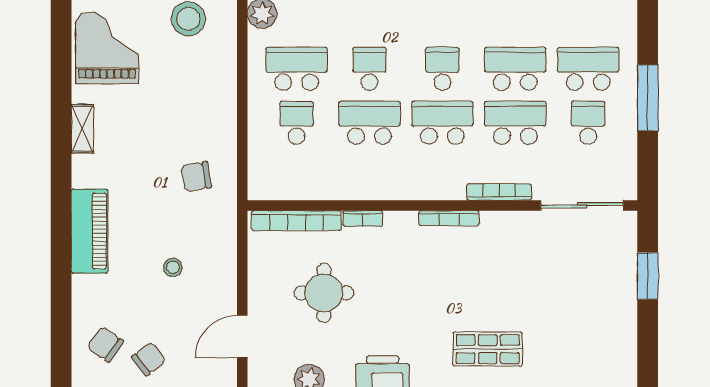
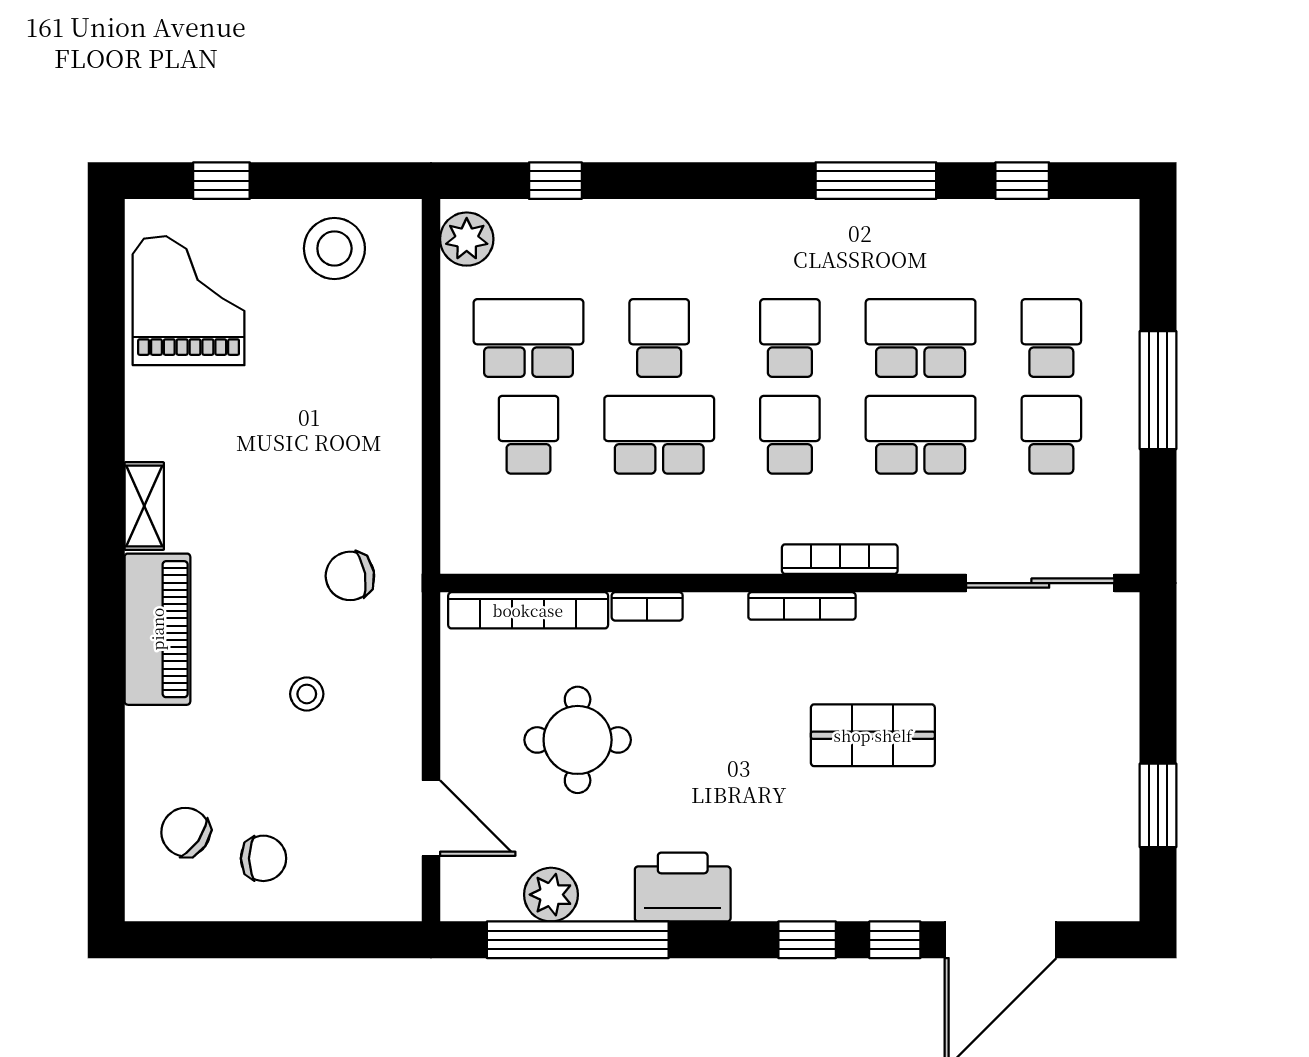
school desk: (588, 69) -> (1051, 338), width x0.54
school desk: (442, 123) -> (790, 435), width x0.54
shelving: (82, 129) -> (144, 506), moved
chair: (196, 177) -> (350, 576), moved
bookcase: (499, 192) -> (840, 559), moved
window: (648, 276) -> (1158, 805), moved
door: (242, 336) -> (431, 818), swing flipped
shop shelf: (488, 349) -> (873, 735), moved
chair: (149, 359) -> (263, 858), turned 38

